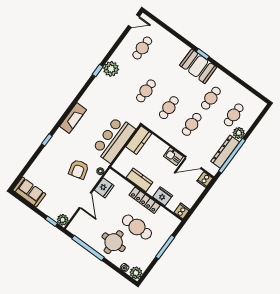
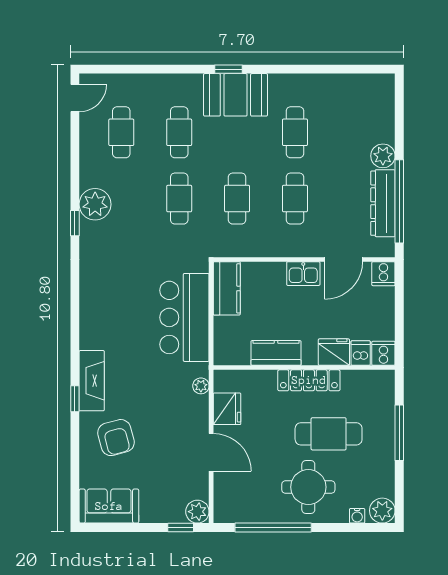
cafe table: (234, 115) -> (179, 132), moved
fireplace: (73, 118) -> (92, 381), moved
armchair: (79, 169) -> (116, 438), moved
dishwasher: (173, 204) -> (361, 353), added

